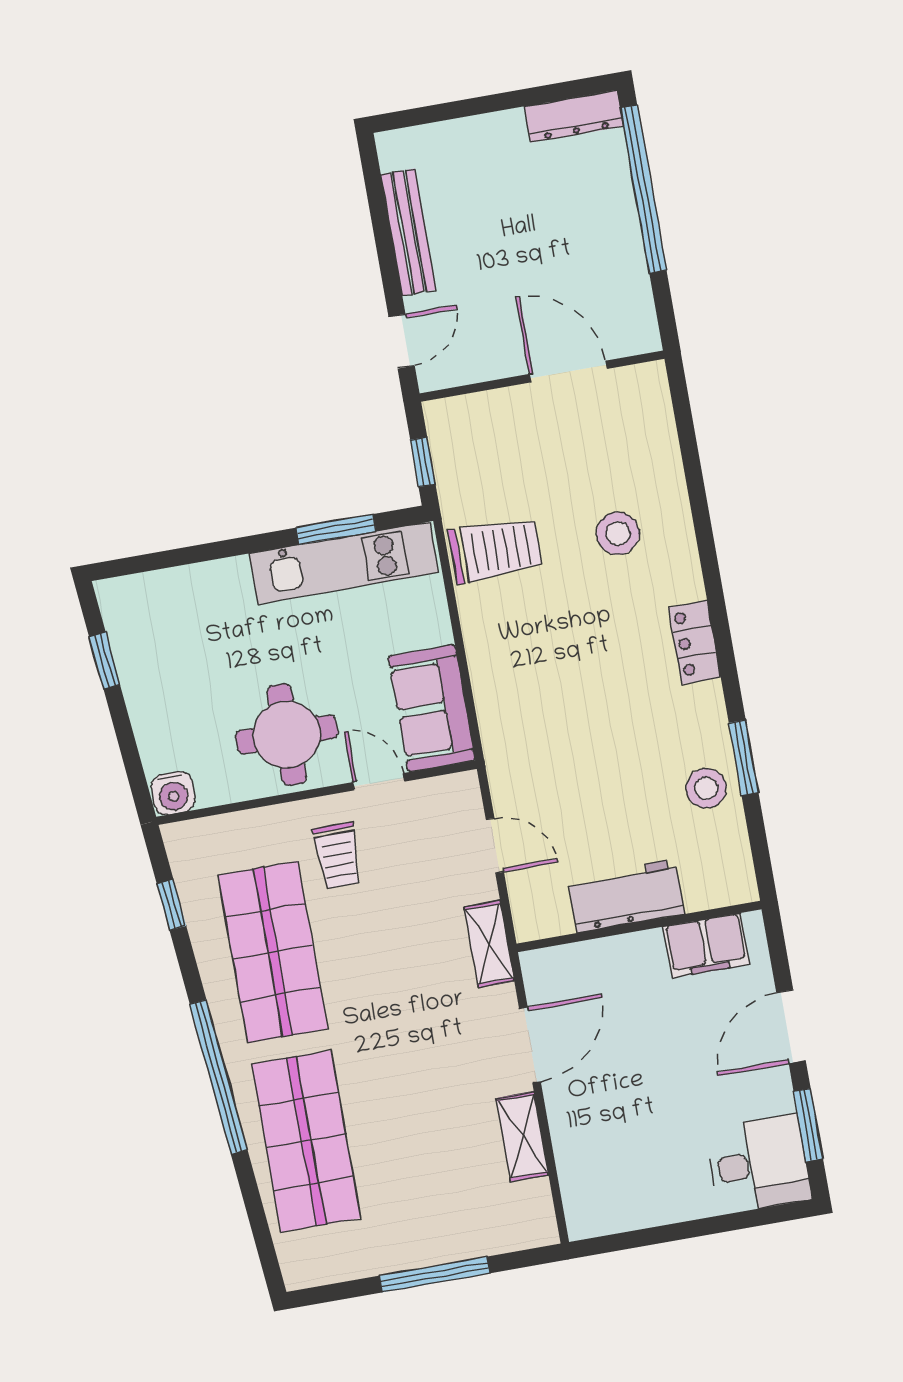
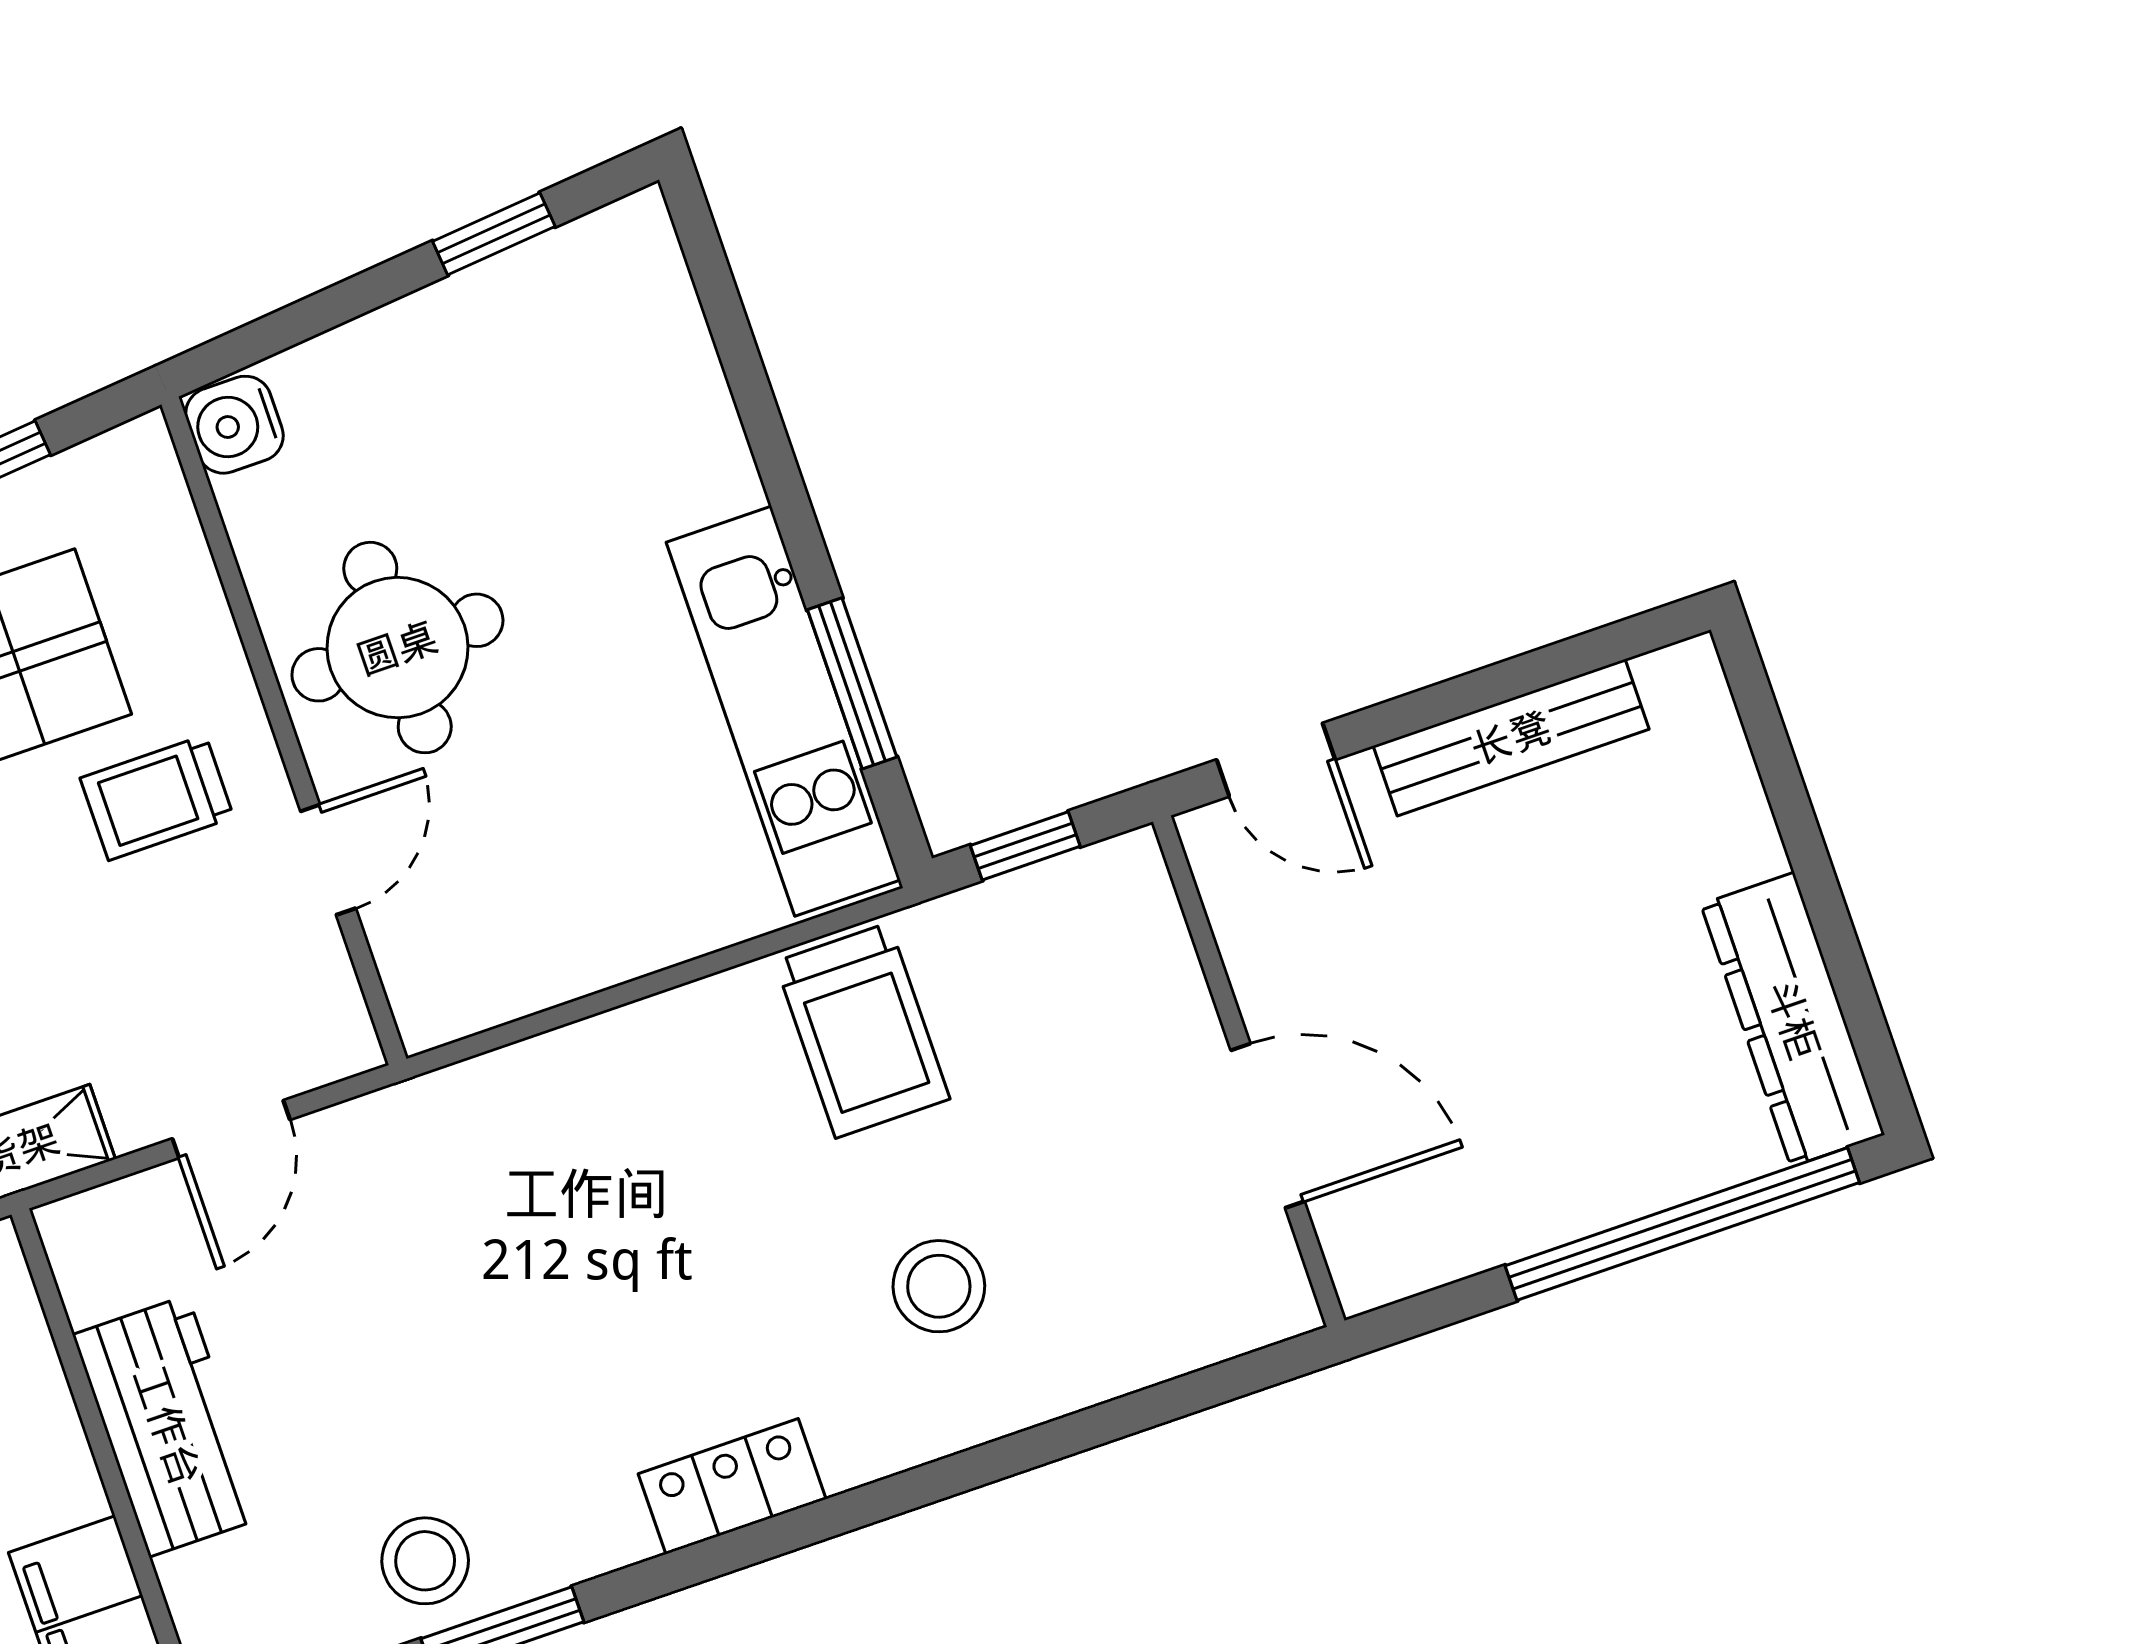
dresser: (574, 116) -> (1793, 1019), width x1.37, depth x1.24
door: (568, 371) -> (1268, 1126), hinge flipped
sofa: (432, 708) -> (503, 948), removed

